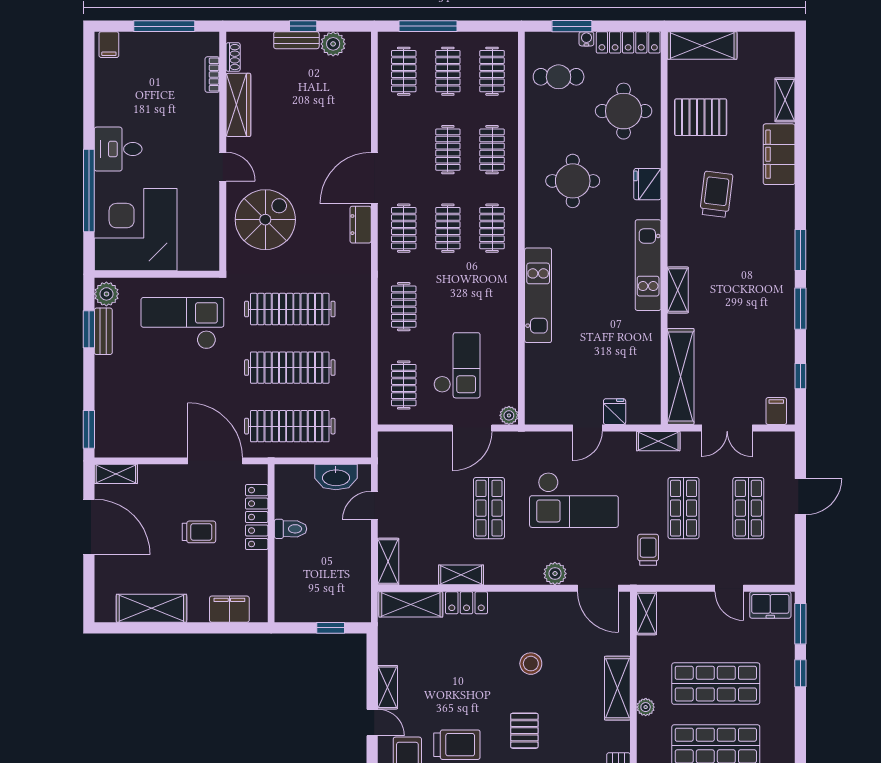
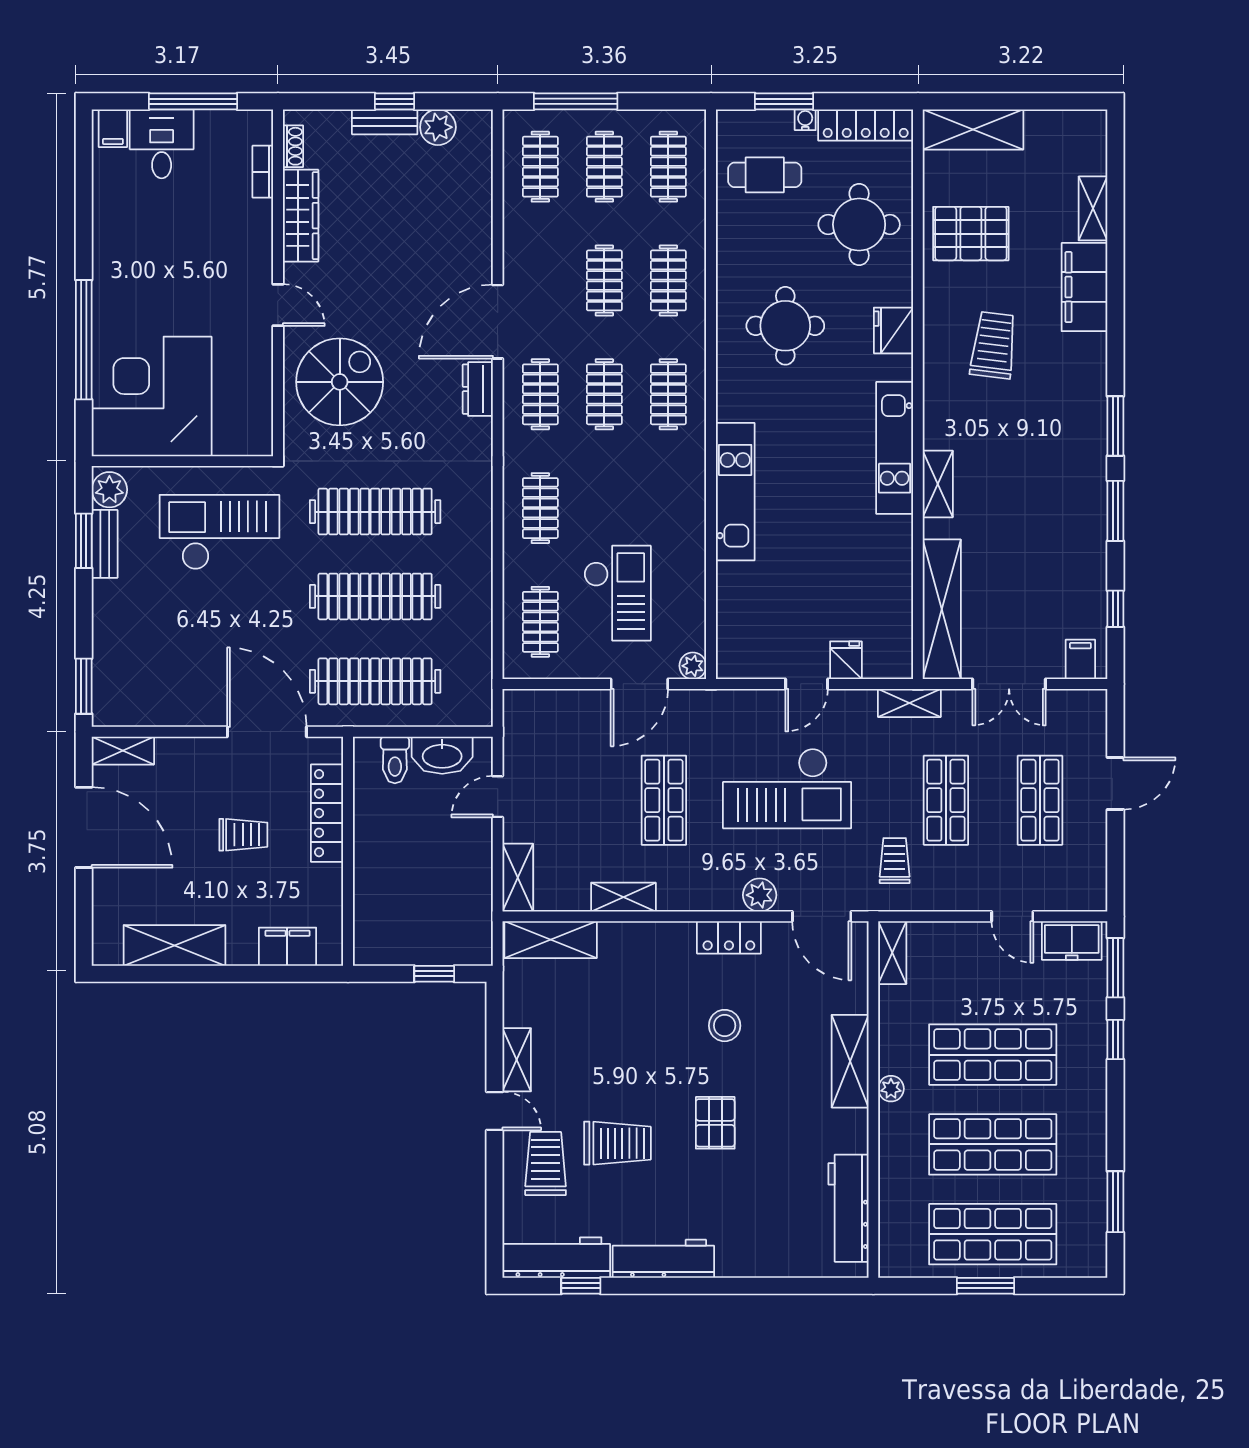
desk: (118, 149) -> (162, 144), moved, turned 90
toilet: (291, 529) -> (395, 760), moved, turned 90
locker: (467, 603) -> (729, 937), moved

